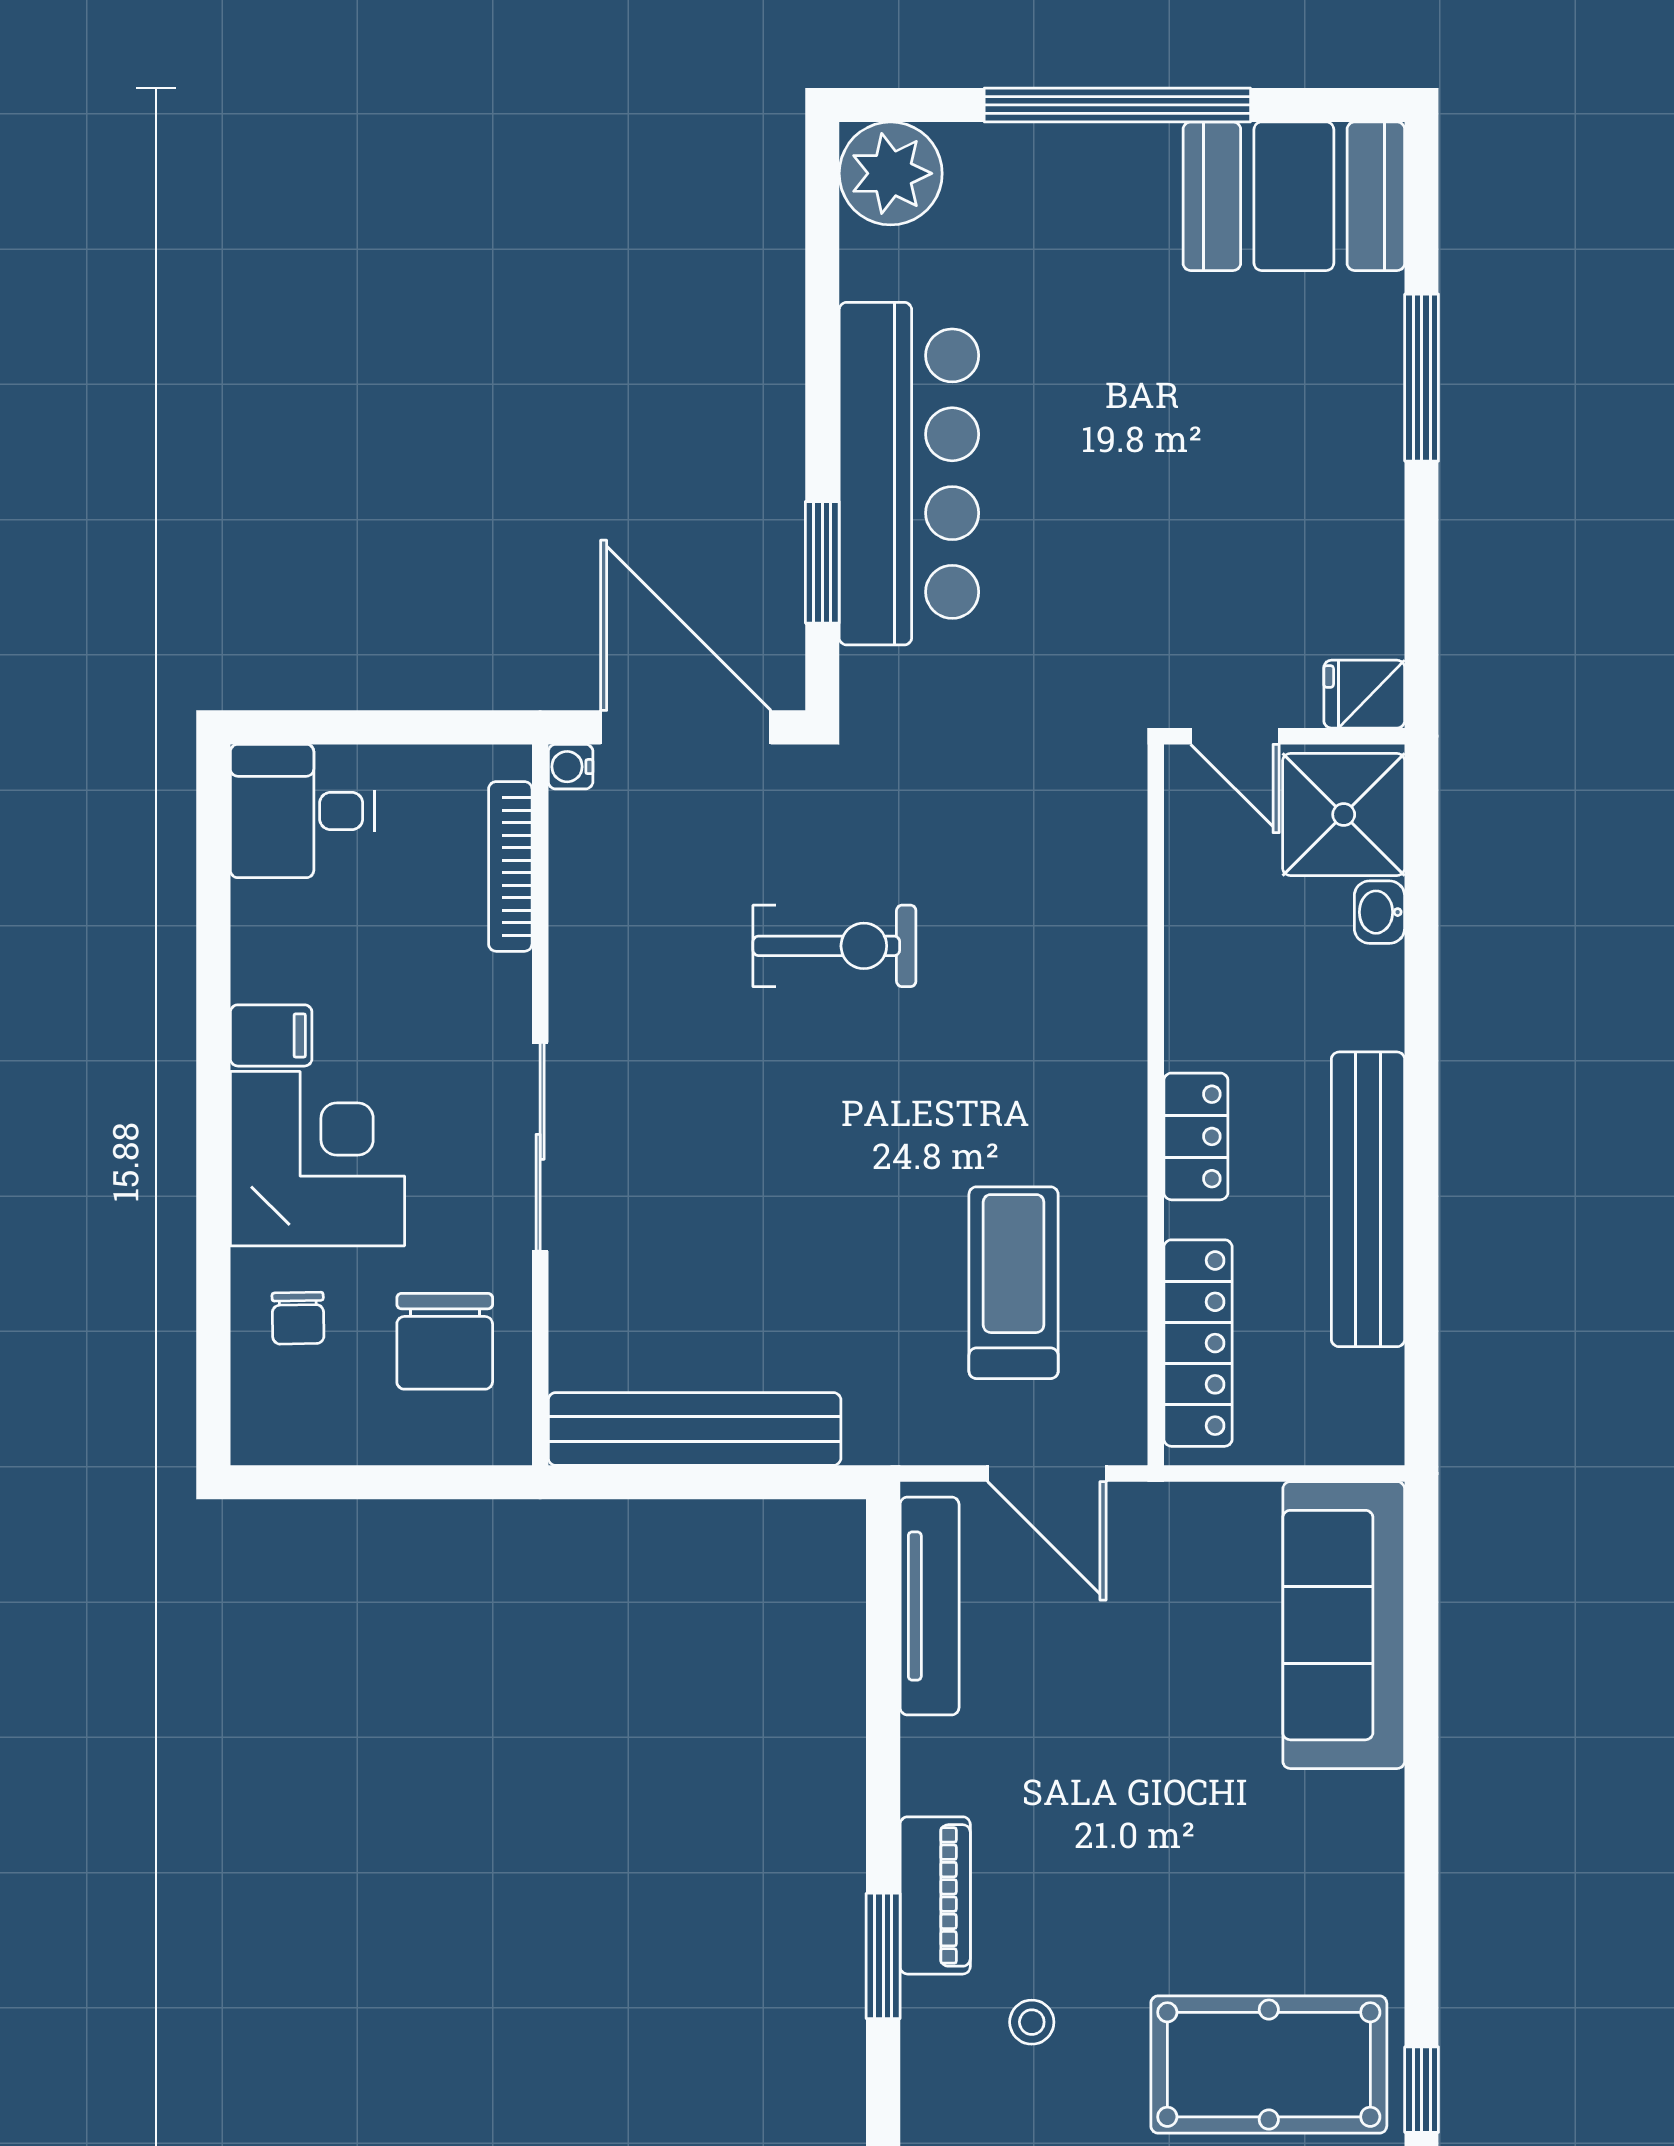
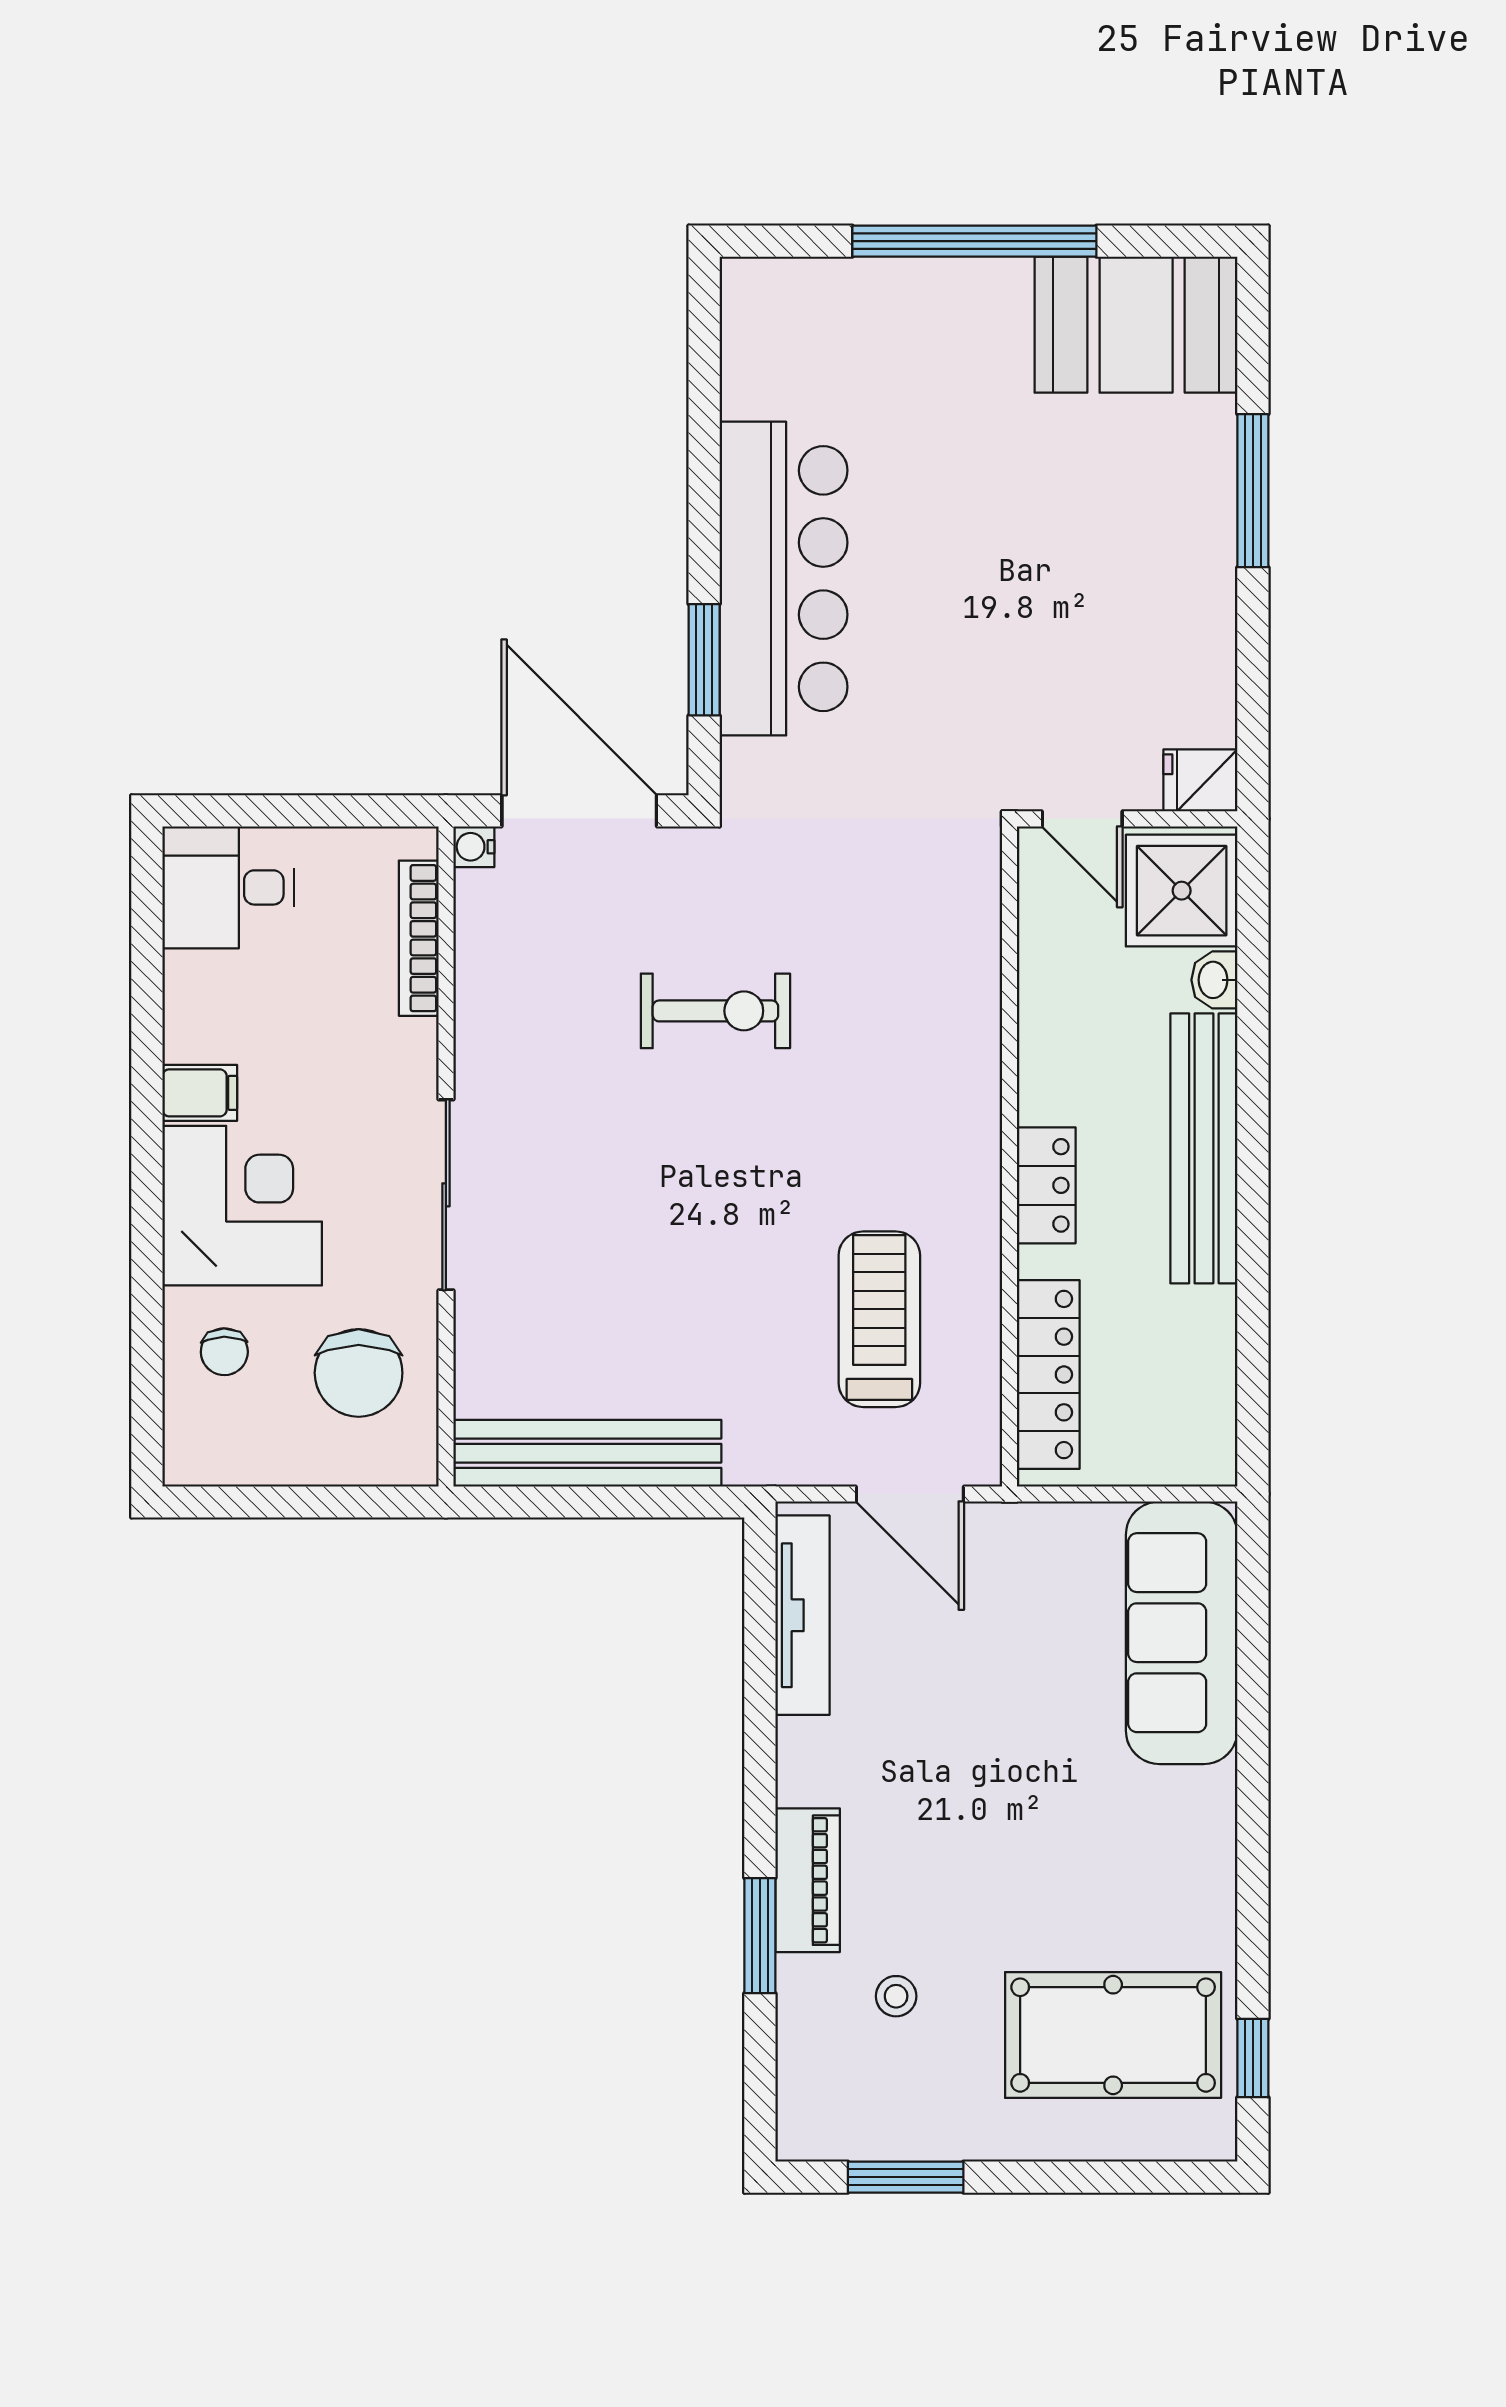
plant: (891, 173) -> (767, 304), removed
bench: (1368, 1199) -> (1204, 1148), moved

